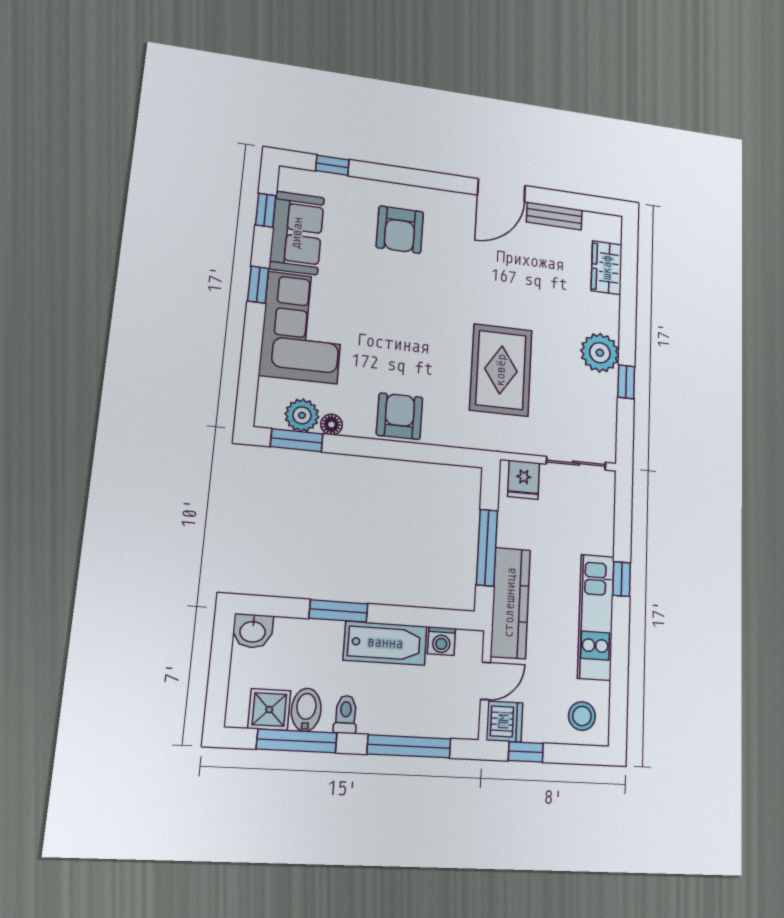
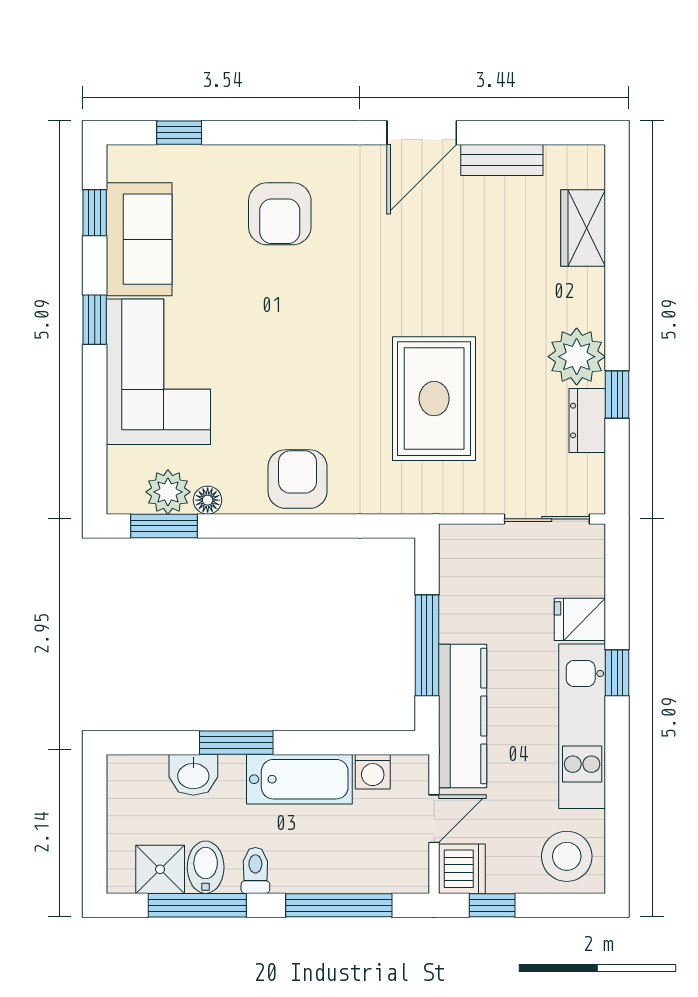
dresser: (606, 397) -> (587, 421), added
fridge: (524, 480) -> (580, 619), moved, turned 90
washbasin: (253, 631) -> (193, 775), moved
stool: (582, 716) -> (567, 856), width x1.38, depth x1.38

